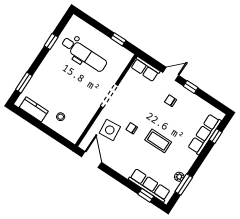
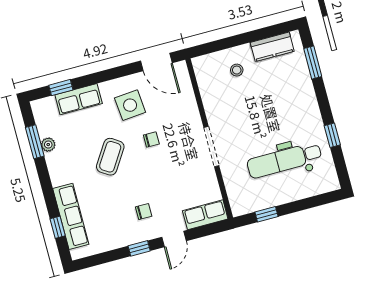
side table: (110, 130) -> (130, 105), moved
coffee table: (158, 141) -> (110, 157), turned -57
row of seats: (149, 185) -> (79, 99), width x0.68

